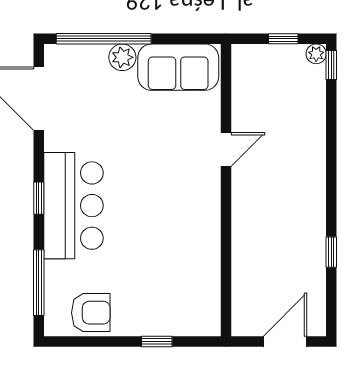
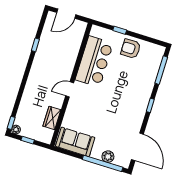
plant: (122, 57) -> (108, 157), moved
wardrobe: (245, 104) -> (52, 118), added
door: (226, 149) -> (70, 89), moved
bar counter: (74, 206) -> (94, 61), moved, turned 180
armchair: (91, 313) -> (131, 49), moved

